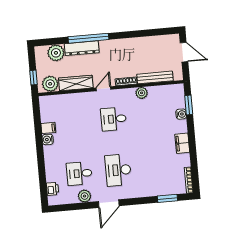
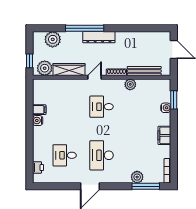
dresser: (82, 48) -> (99, 37), moved
plant: (85, 196) -> (137, 177), moved
window: (167, 198) -> (146, 186), width x1.44

